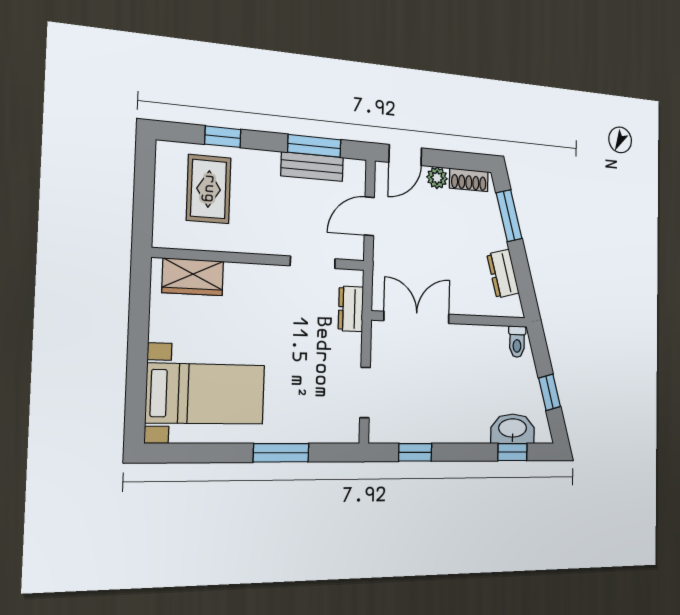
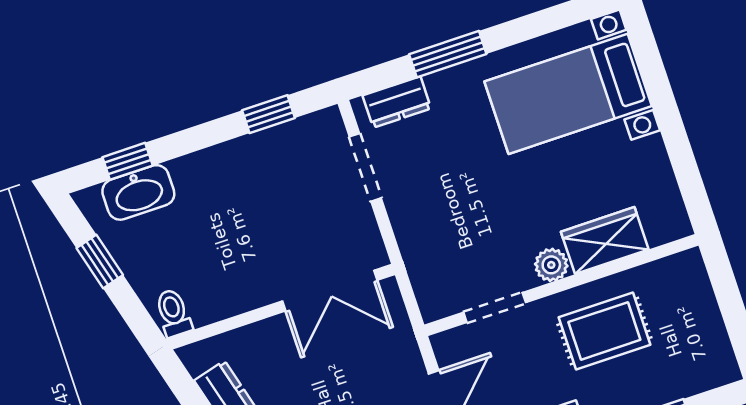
rug: (209, 189) -> (604, 331), moved, turned 90
plant: (263, 276) -> (551, 265), added
wardrobe: (193, 277) -> (605, 241), moved
dresser: (351, 309) -> (397, 102), moved, turned 90

